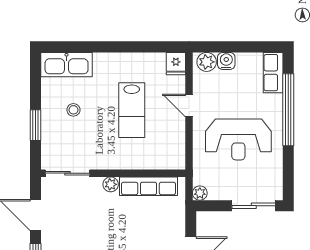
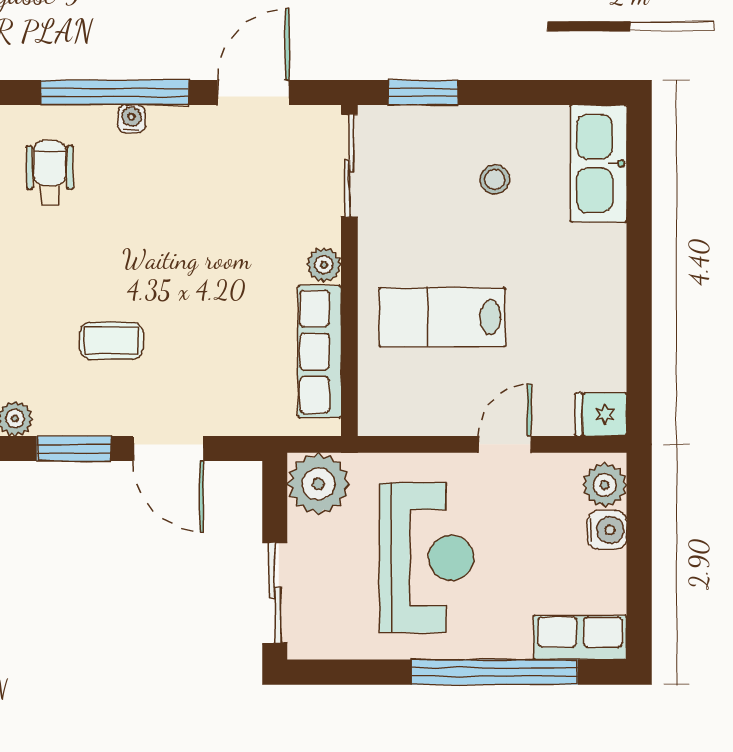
lab bench: (132, 110) -> (442, 317), moved
window: (36, 125) -> (423, 93), moved
reception desk: (238, 140) -> (427, 558), turned 180
plant: (200, 193) -> (318, 484), width x1.87, depth x1.87

